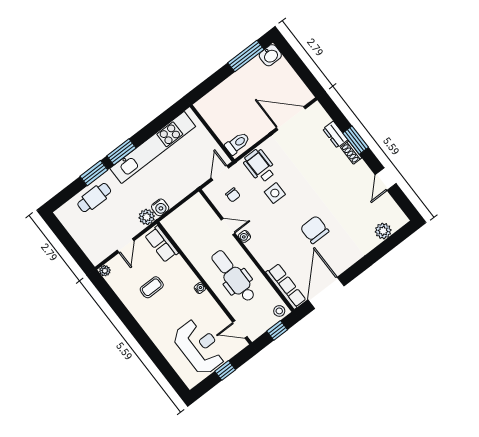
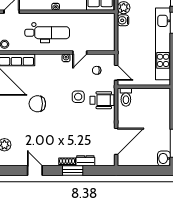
chair: (315, 230) -> (37, 104), turned 180

